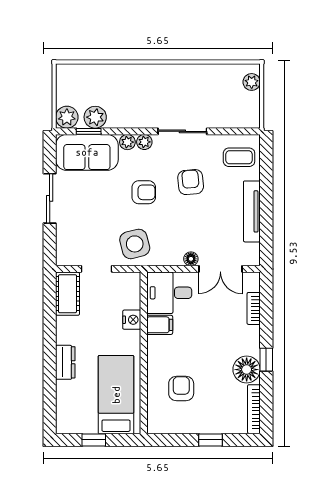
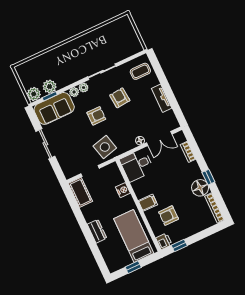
plant: (252, 82) -> (128, 26), removed
tv unit: (252, 211) -> (162, 98), width x0.71
filing cabinet: (160, 325) -> (148, 203), moved
armchair: (181, 388) -> (169, 216), turned -90
printer: (157, 423) -> (164, 241), added
window: (211, 440) -> (179, 246), moved

